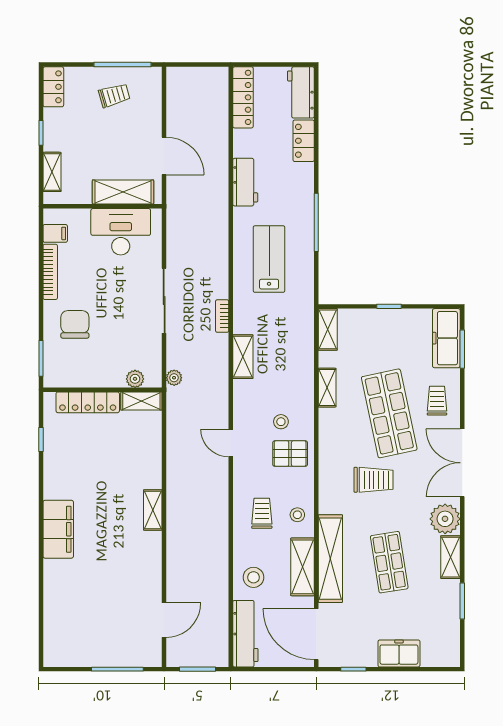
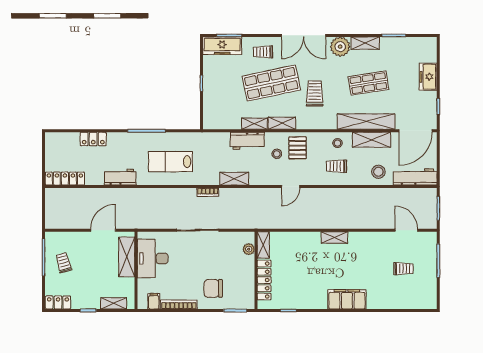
workbench: (301, 92) -> (247, 141), moved
shelving: (328, 329) -> (282, 123), moved
plant: (174, 378) -> (248, 224), removed
trolley: (105, 616) -> (403, 269), added

